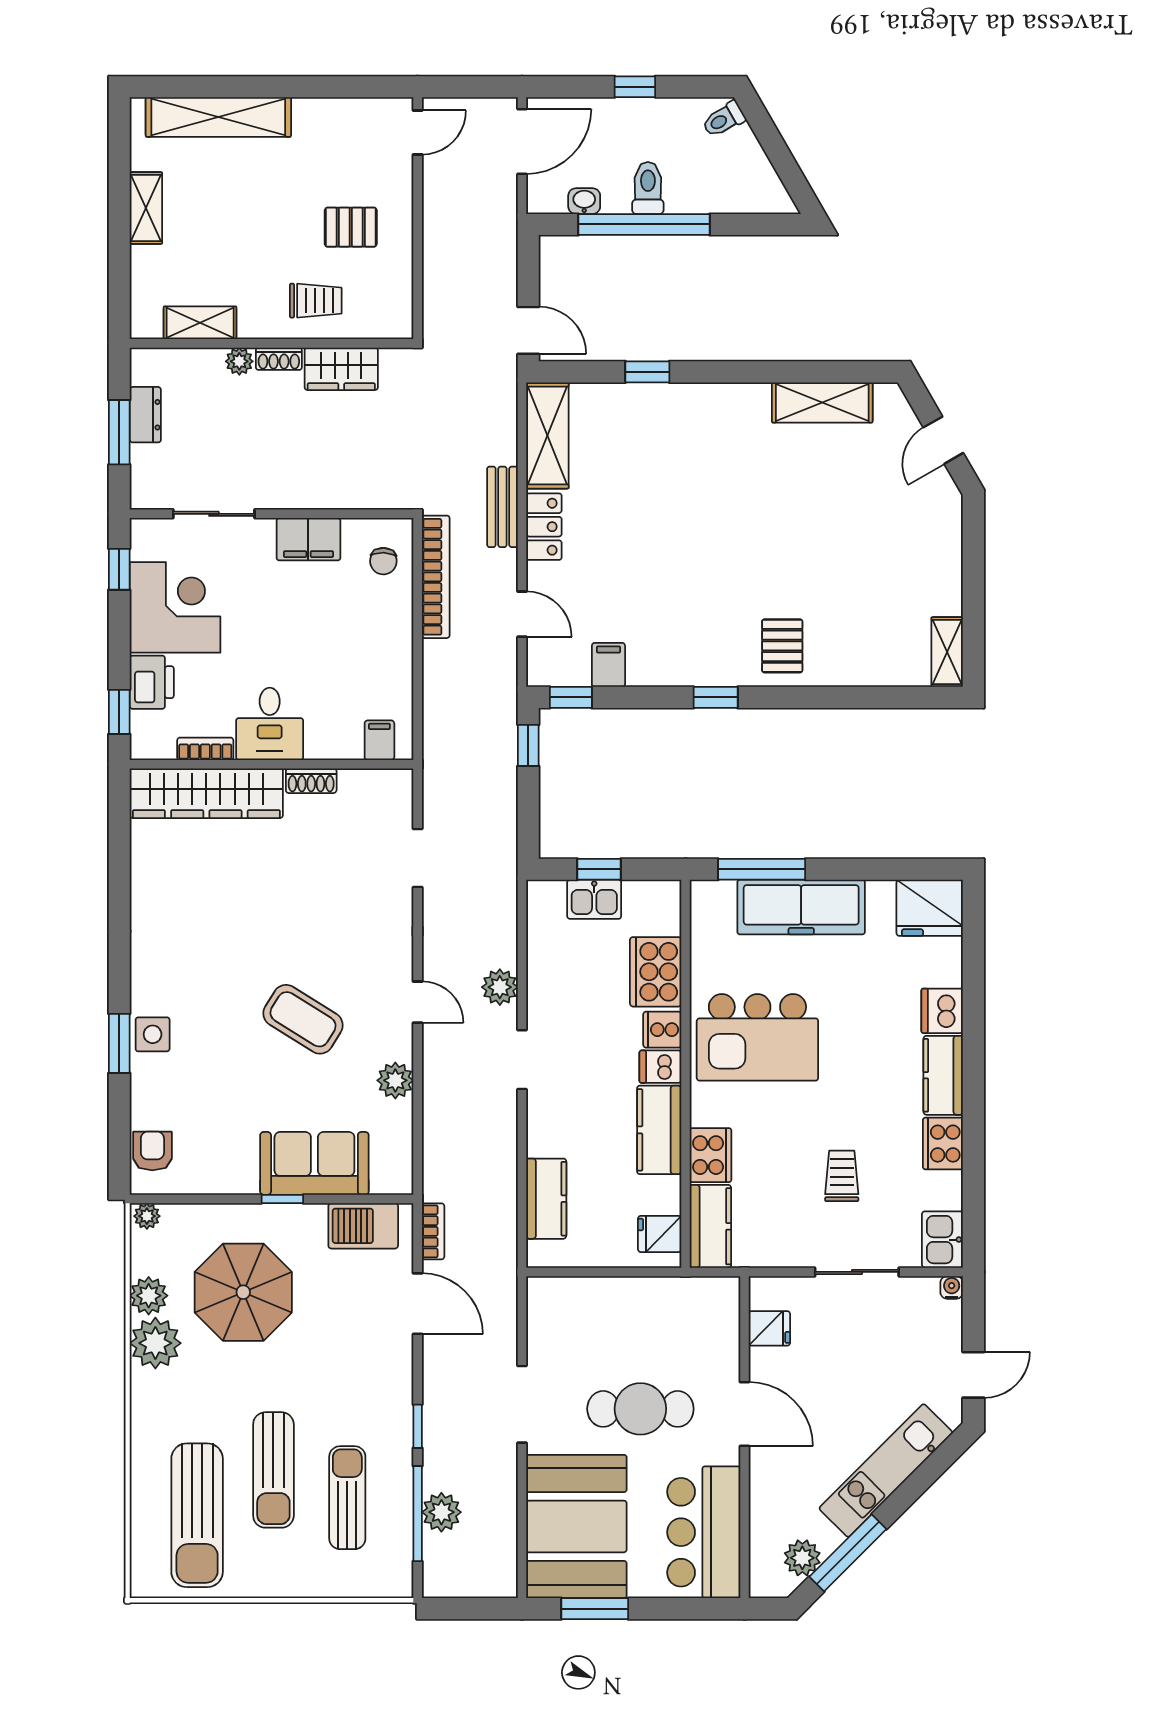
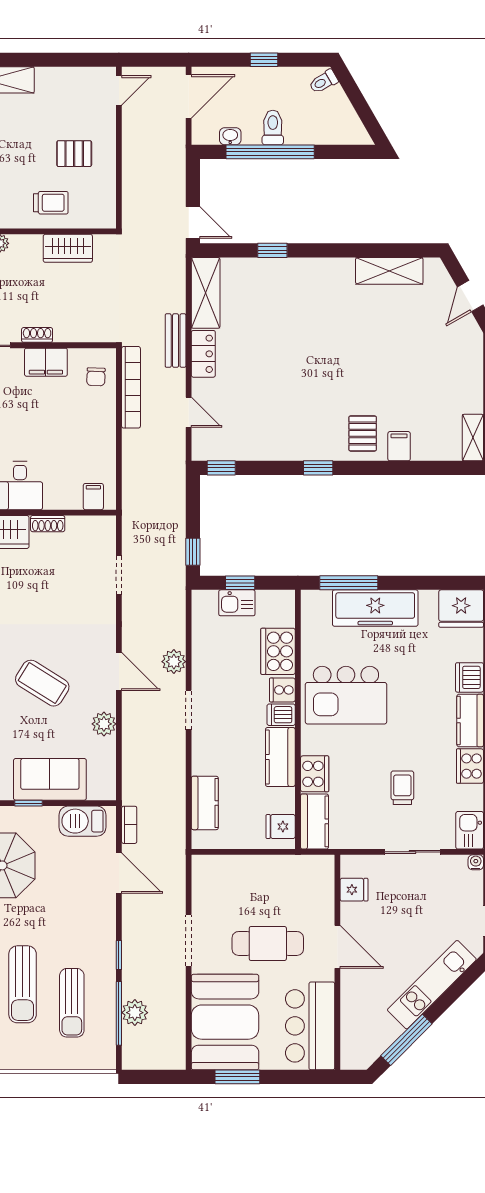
shoe rack: (279, 359) -> (37, 335), moved, turned 180
filing cabinet: (608, 665) -> (399, 446), moved
window: (528, 745) -> (193, 552), moved
door: (418, 1002) -> (119, 672), width x1.38
sun lounger: (347, 1498) -> (72, 1003), turned 180
plant: (802, 1558) -> (376, 1043), removed

